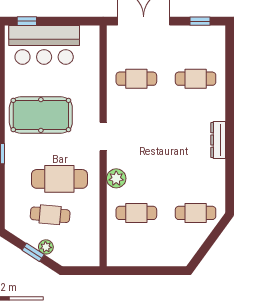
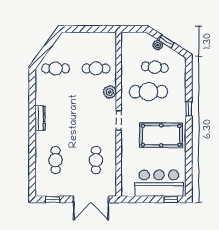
cafe table: (136, 79) -> (96, 160), turned 90
cafe table: (196, 79) -> (56, 160), turned 90

